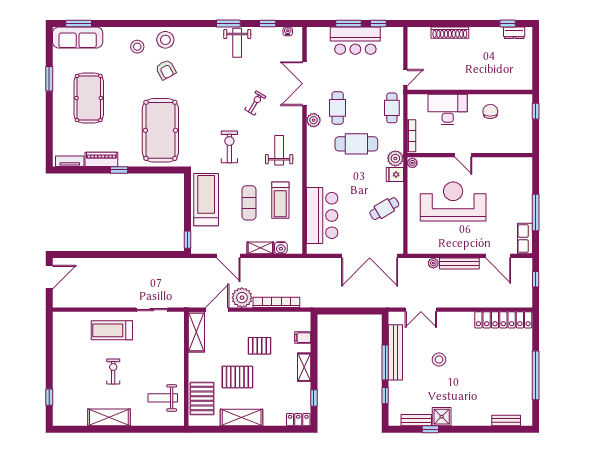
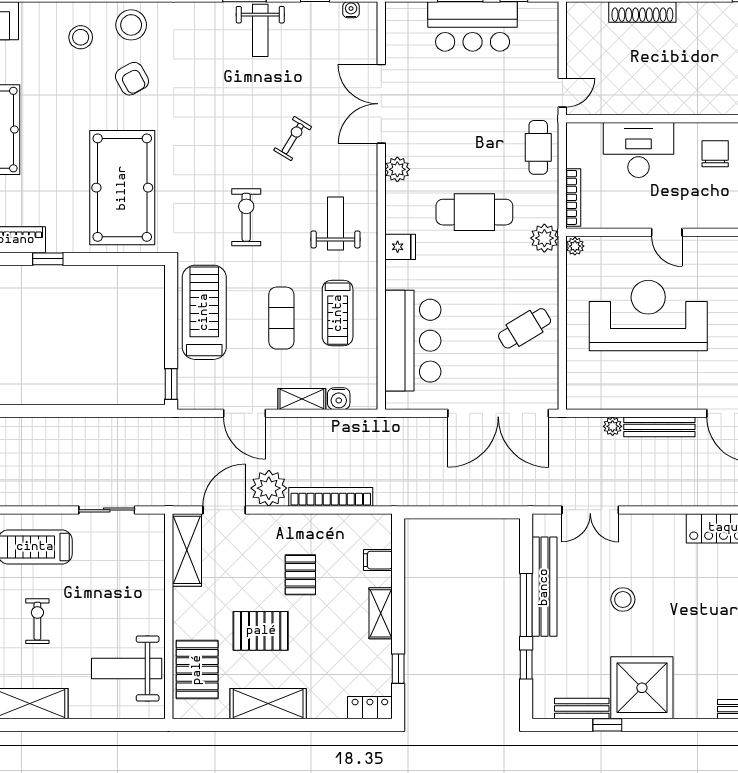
cafe table: (338, 108) -> (441, 147), removed
fridge: (395, 174) -> (400, 247), moved, turned 180
pallet: (260, 346) -> (300, 575), turned 90
weight bench: (163, 398) -> (127, 669), width x1.36, depth x1.33
shower: (442, 417) -> (642, 688), width x1.86, depth x1.86

